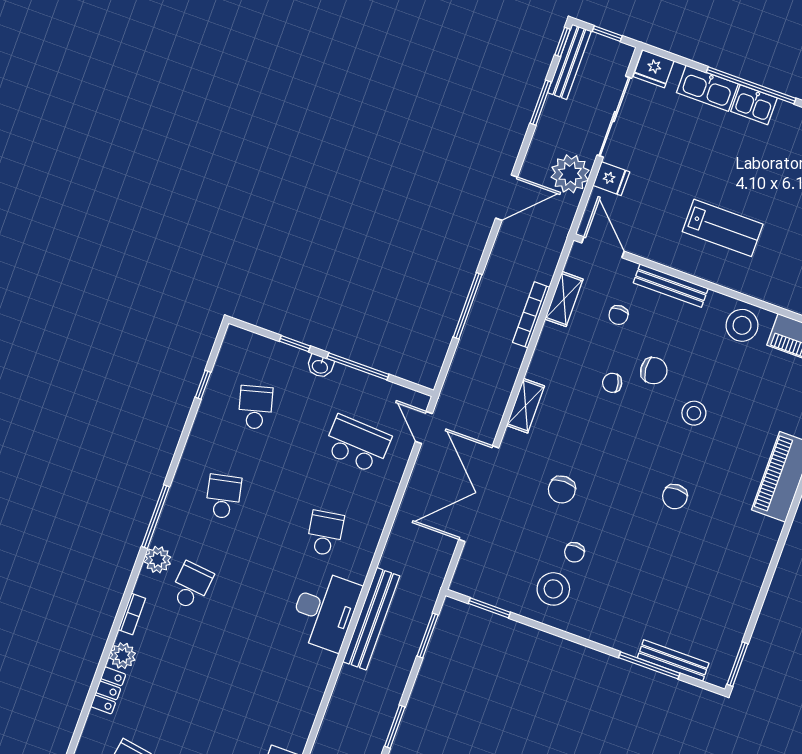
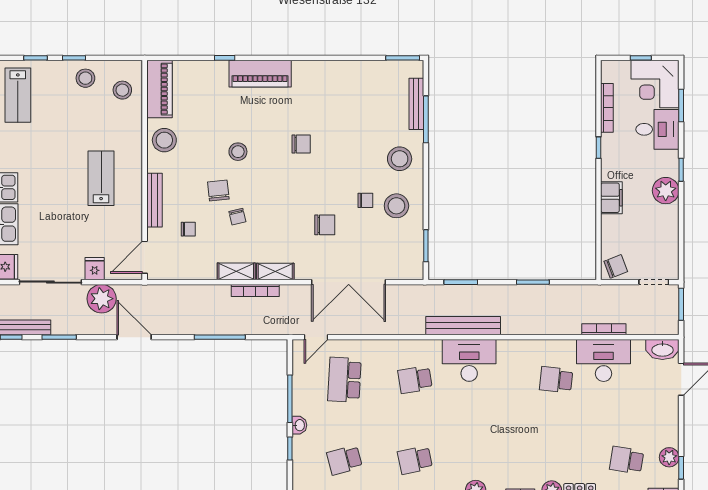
shelving: (564, 299) -> (236, 271), moved
bookcase: (531, 315) -> (255, 290), moved
school desk: (191, 586) -> (556, 380), moved
stool: (611, 614) -> (400, 159), added

